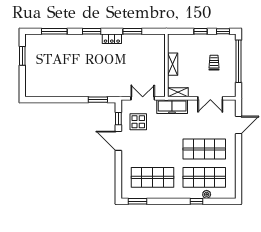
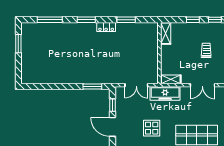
shelving: (173, 64) -> (166, 33), moved
double door: (143, 98) -> (136, 85), swing flipped
display table: (138, 122) -> (152, 128), moved

